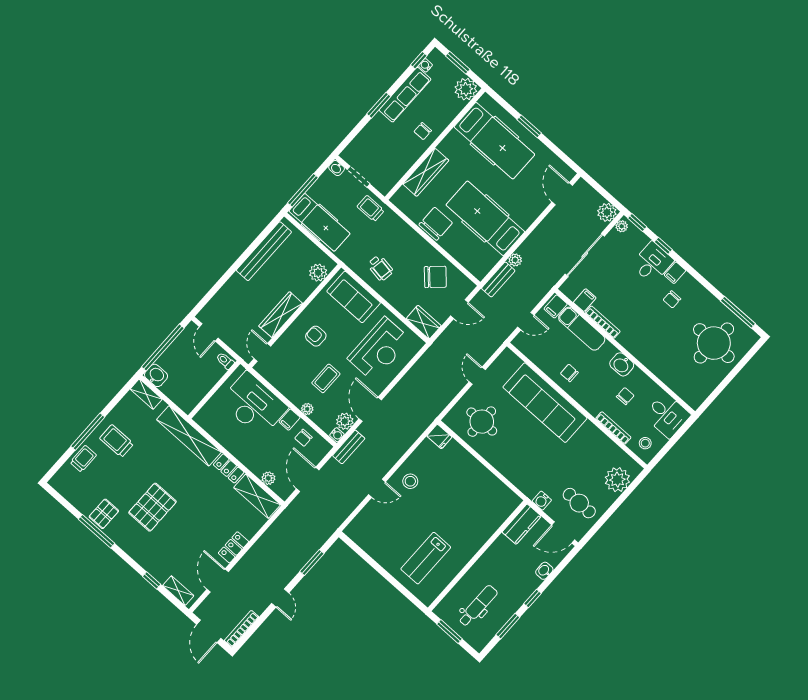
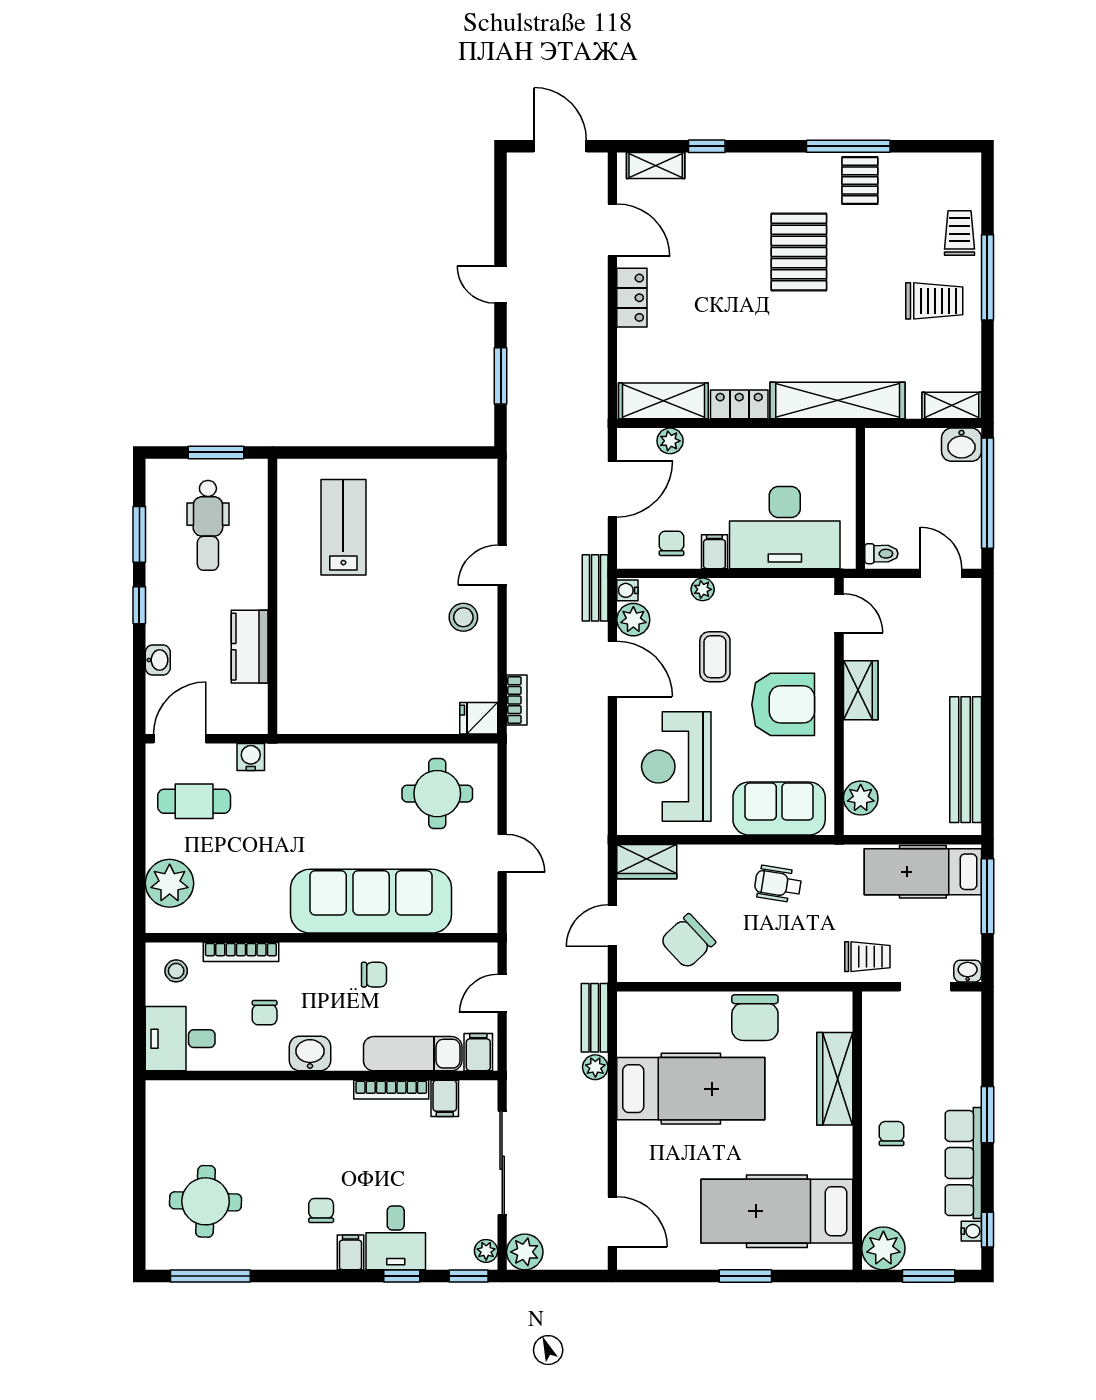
wardrobe: (281, 315) -> (861, 690), width x0.67
armchair: (316, 336) -> (783, 704), width x1.88, depth x1.88
round table: (714, 343) -> (206, 1201), width x0.73, depth x0.73
trolley: (83, 459) -> (960, 233), turned 180
door: (308, 479) -> (612, 489), hinge flipped
kitchen counter: (522, 524) -> (250, 647), moved
bookcase: (242, 629) -> (517, 700), moved, width x0.64

